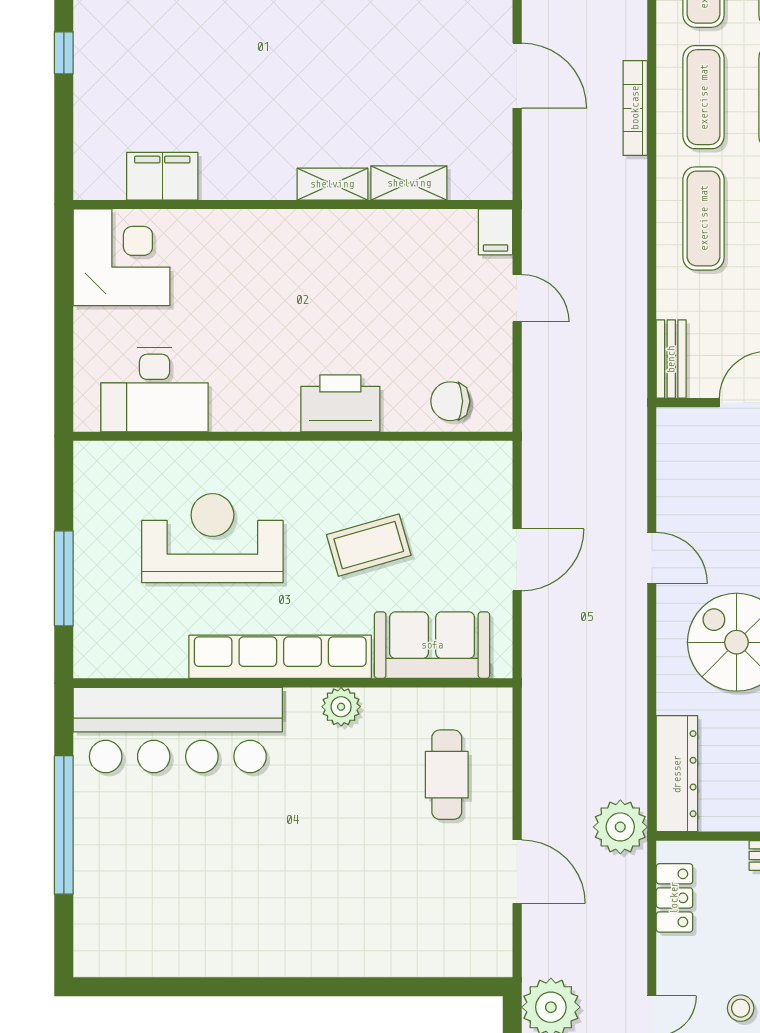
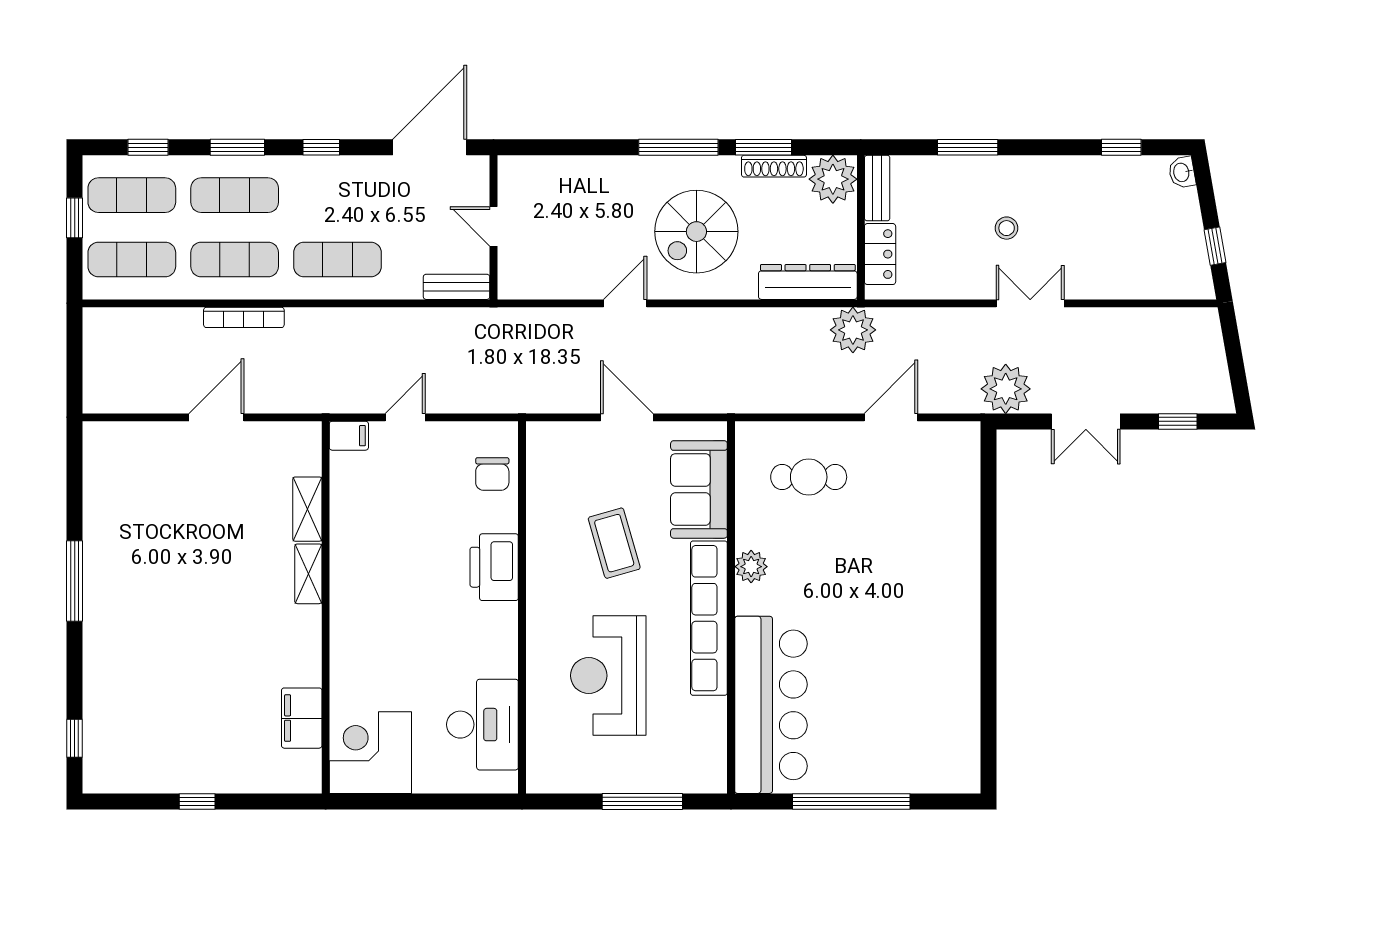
locker: (674, 898) -> (880, 254), moved, turned 90

